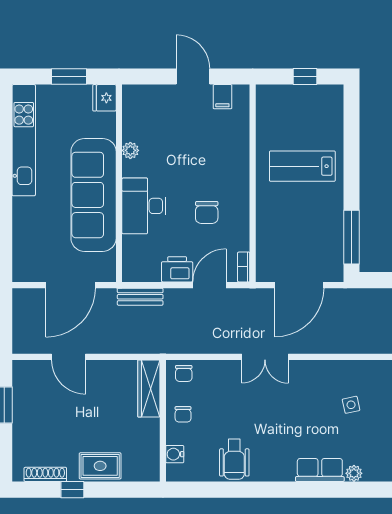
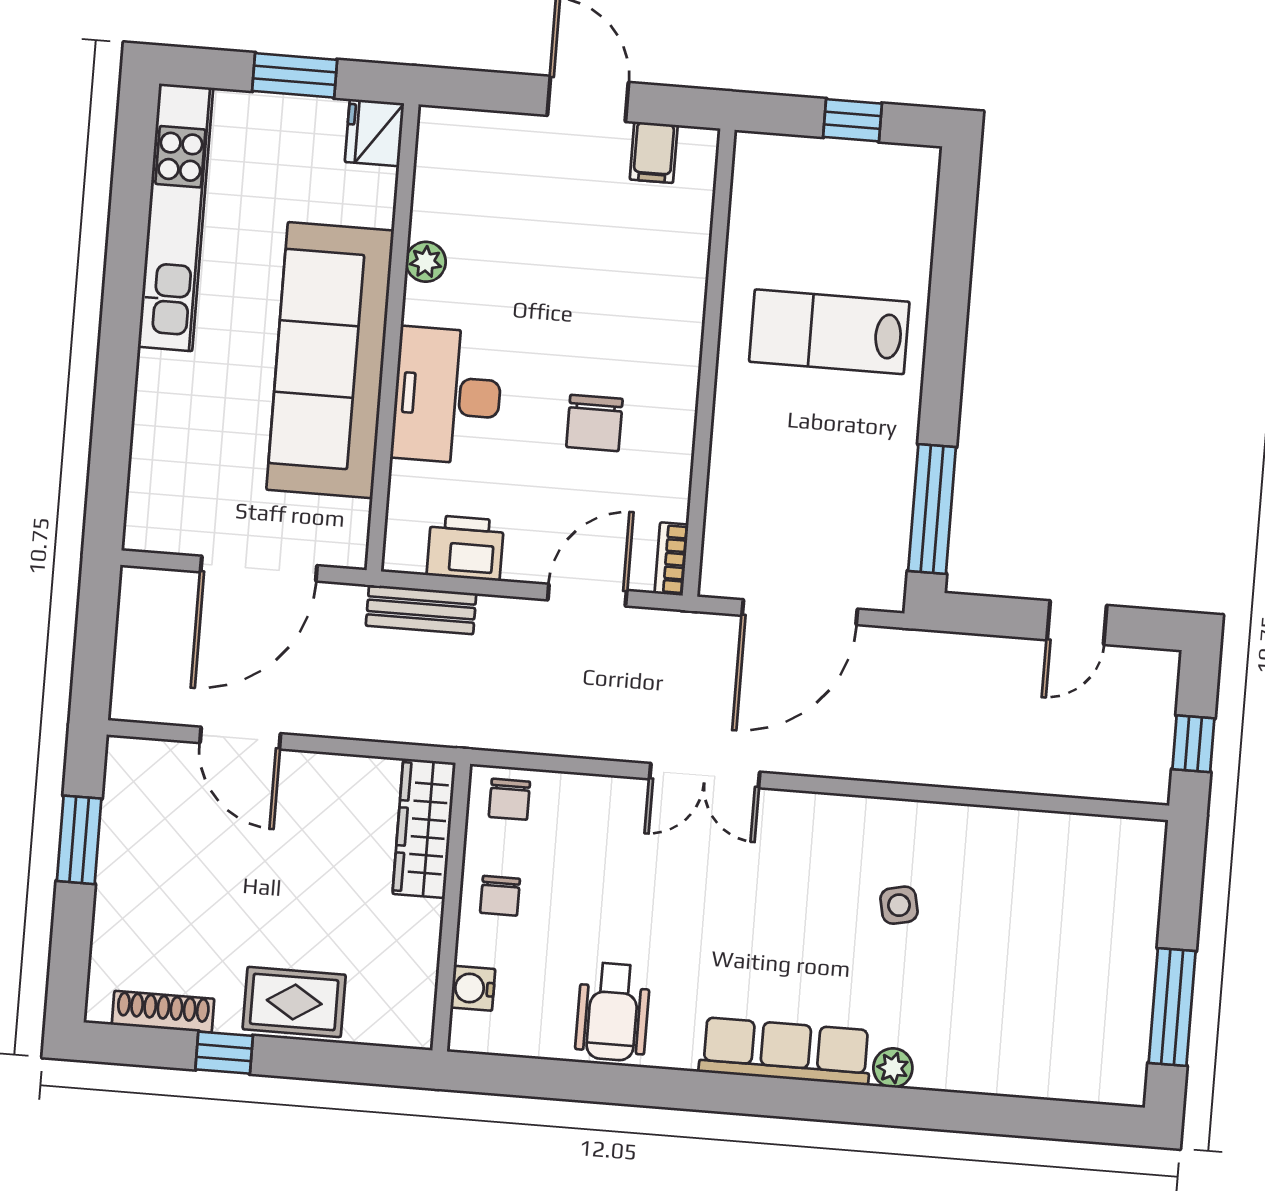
printer: (177, 269) -> (465, 548), moved
row of seats: (320, 470) -> (785, 1051), width x1.48

